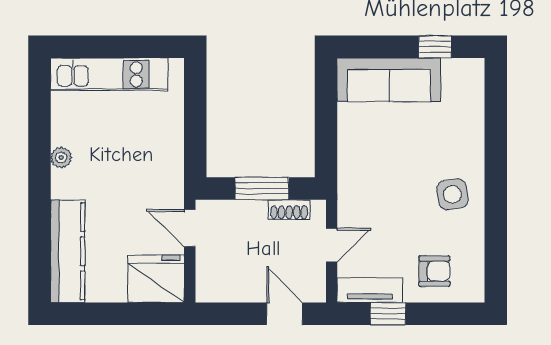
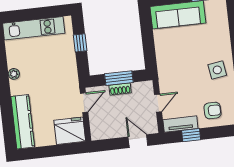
window: (195, 112) -> (80, 43), added
shoe rack: (289, 210) -> (120, 89), moved
door: (190, 228) -> (84, 103), swing flipped

